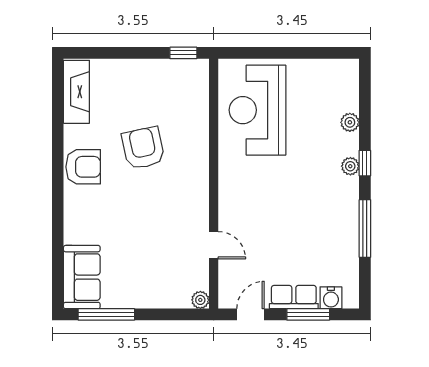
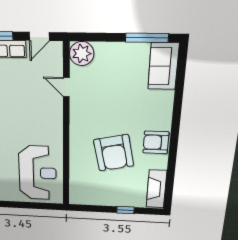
window: (183, 53) -> (125, 210), moved
armchair: (143, 148) -> (114, 153), width x1.36, depth x1.36
plant: (200, 300) -> (82, 54), width x1.87, depth x1.87

